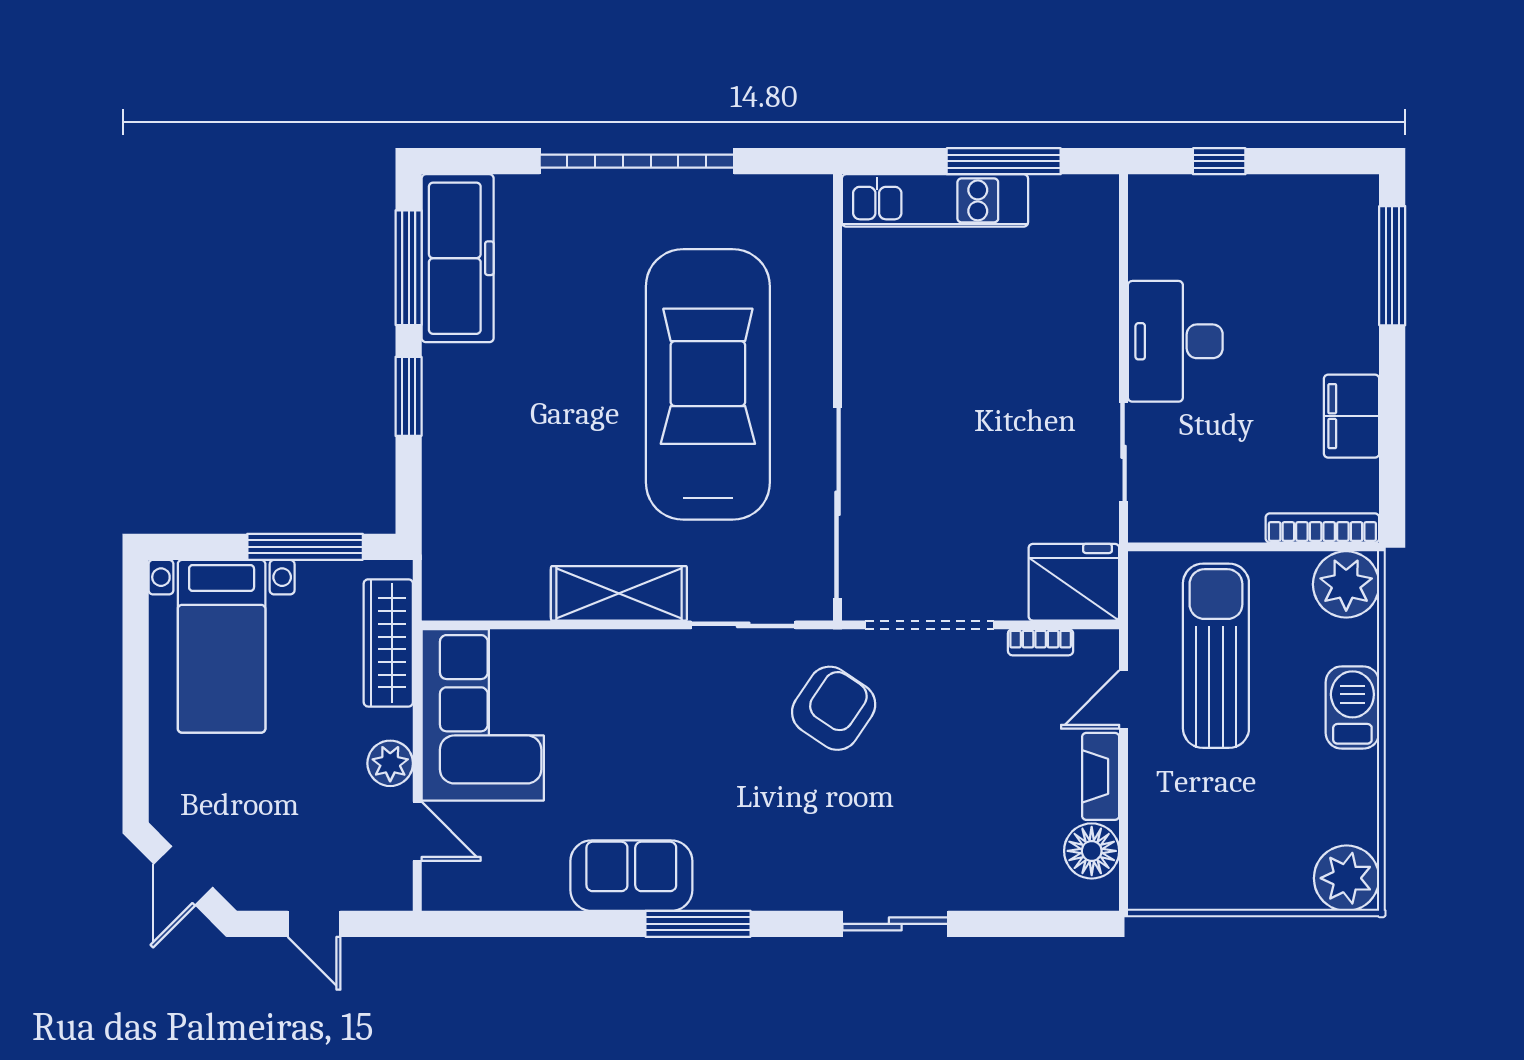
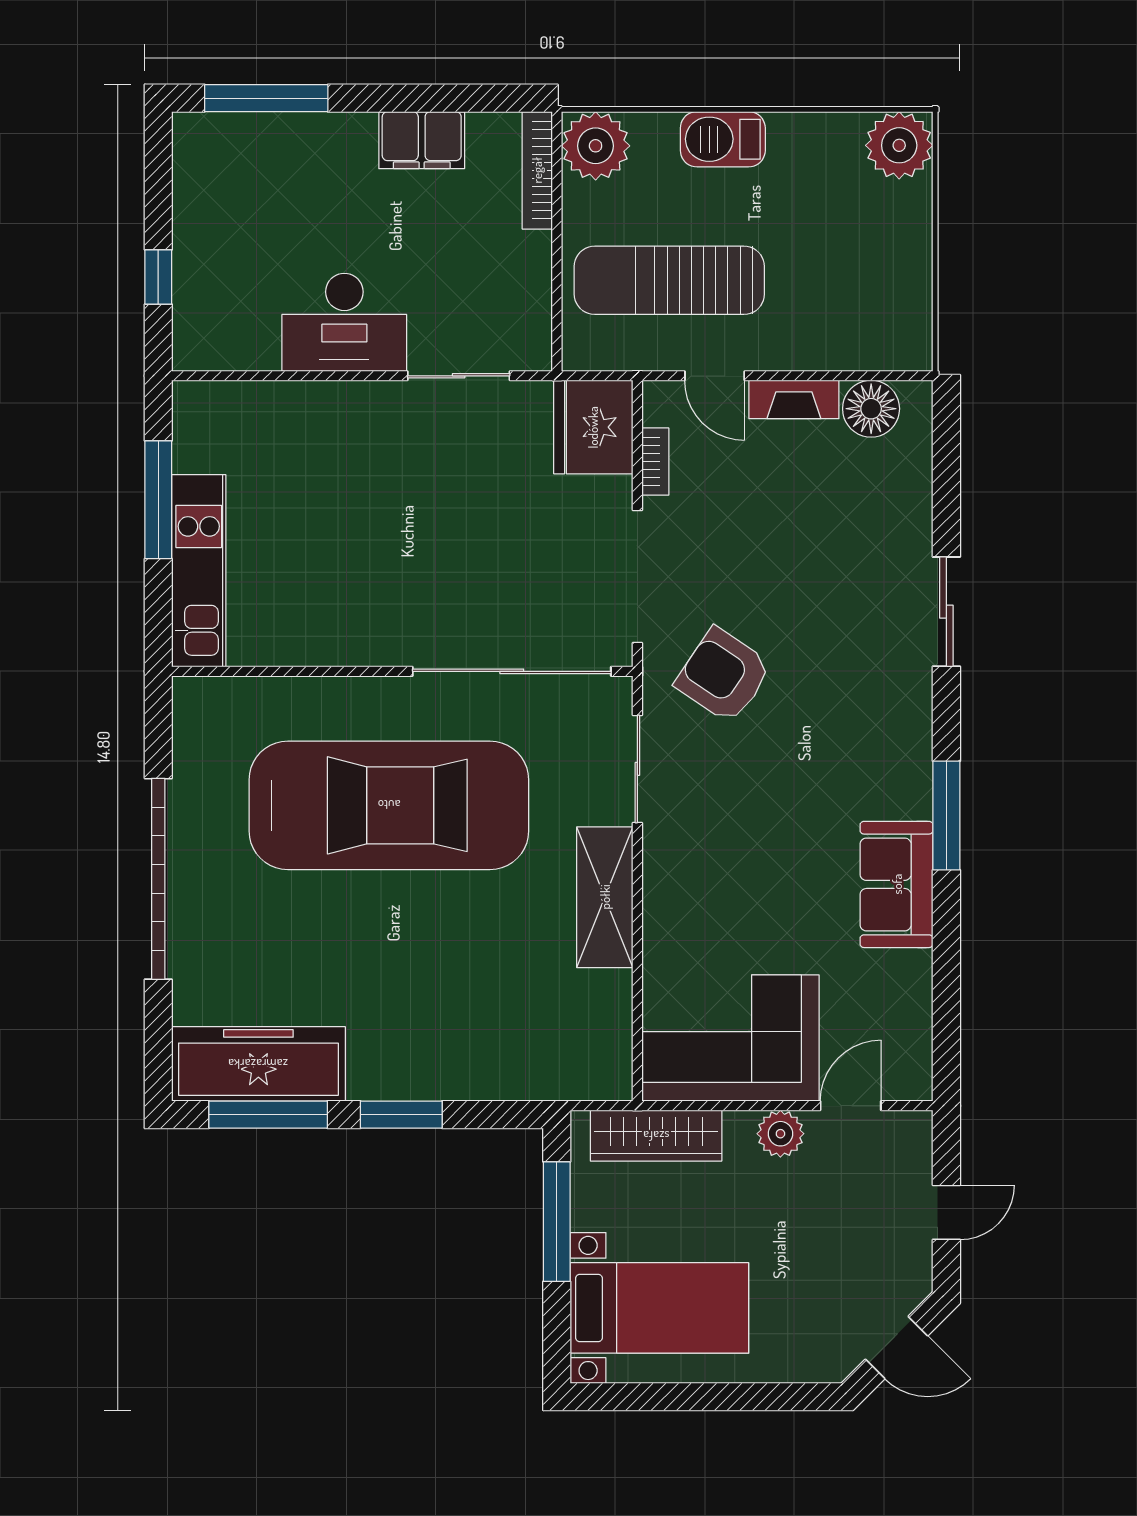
car: (708, 384) -> (389, 805), turned 180

